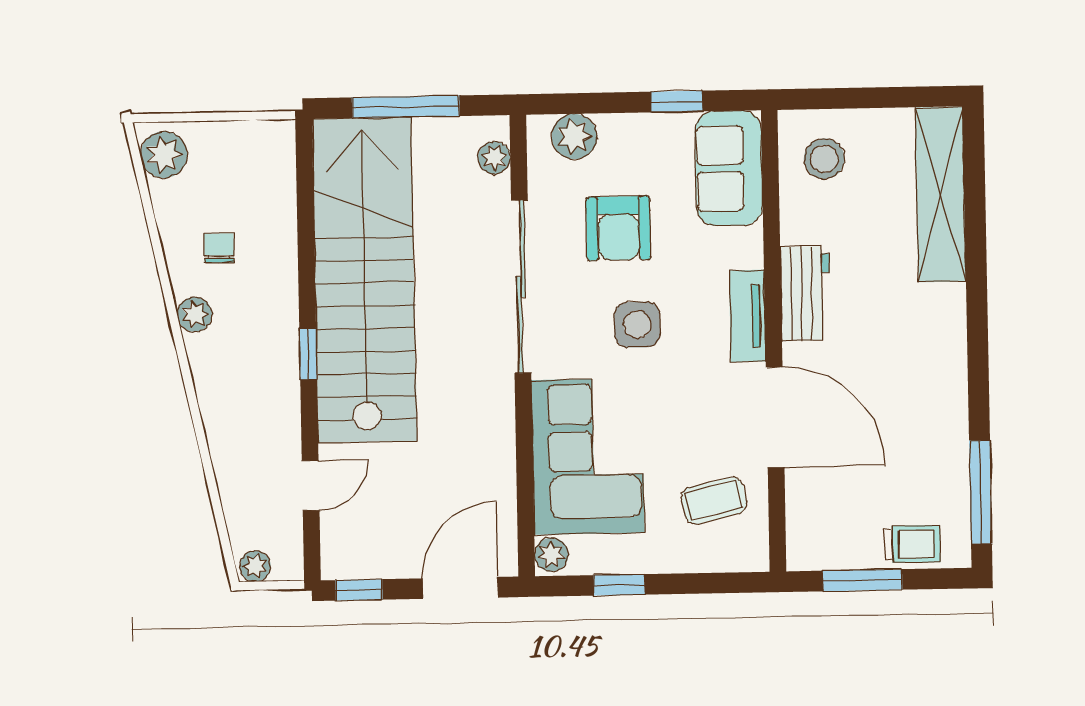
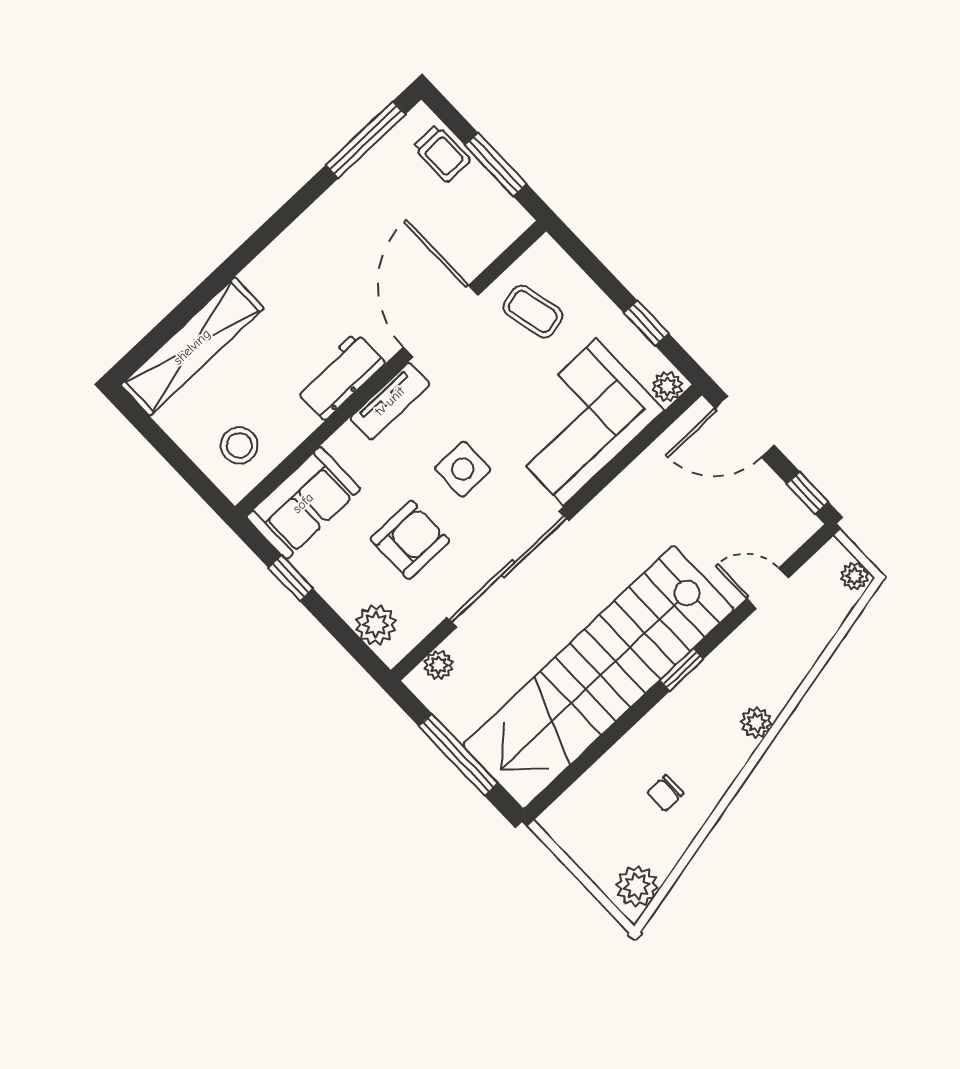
plant: (195, 314) -> (756, 723), moved
trolley: (912, 544) -> (442, 153), turned 180

